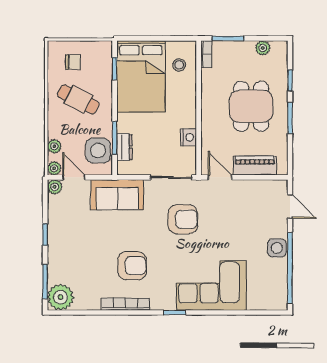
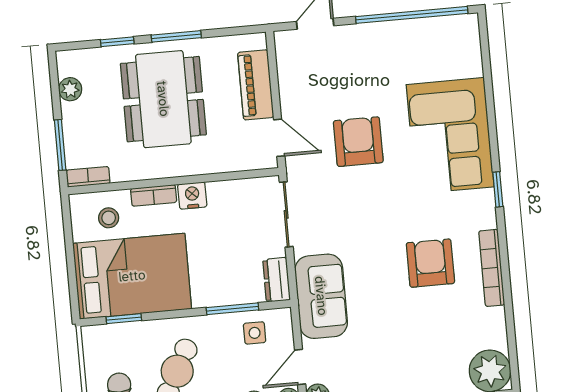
bookcase: (191, 95) -> (154, 195), added
dining table: (251, 106) -> (163, 99), width x1.38
nightstand: (188, 137) -> (192, 196), moved
dresser: (124, 147) -> (277, 280), moved, turned -90
side table: (98, 151) -> (255, 333), width x0.54, depth x0.54
door: (220, 177) -> (279, 138), swing flipped
armchair: (183, 219) -> (358, 142), moved
side table: (277, 248) -> (382, 38), removed

